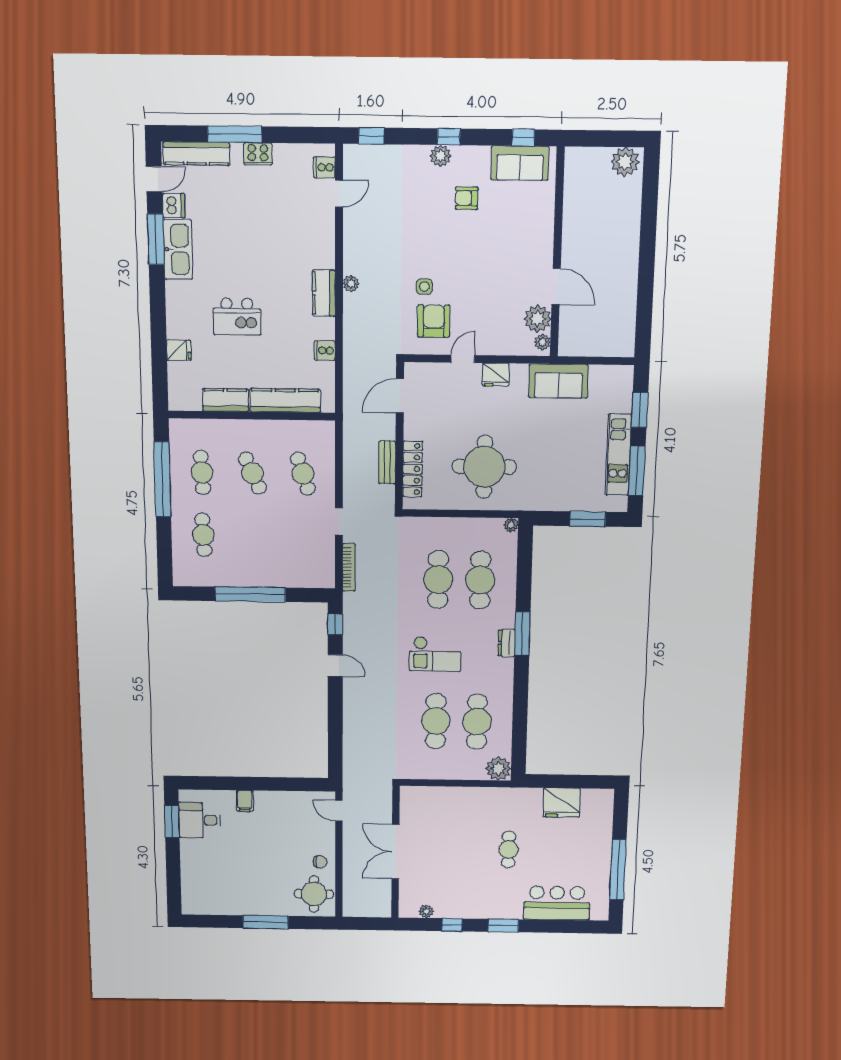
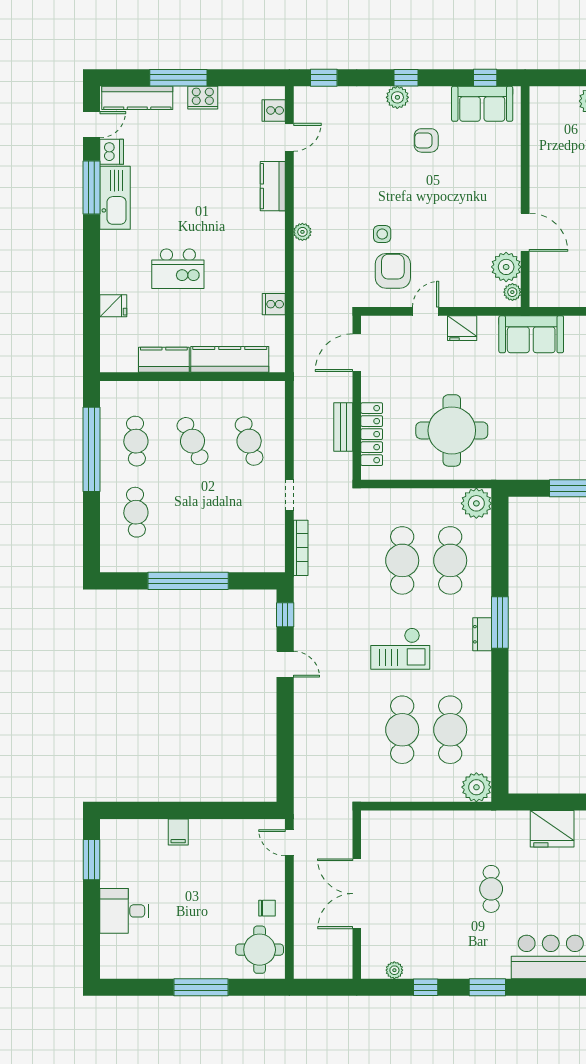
kitchen counter: (324, 293) -> (273, 186), moved
plant: (511, 525) -> (476, 503), width x1.88, depth x1.88
desk: (199, 820) -> (124, 911), moved

